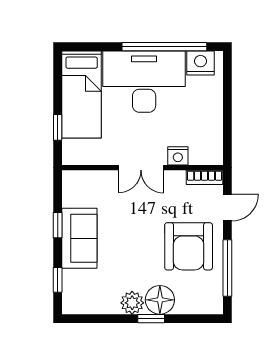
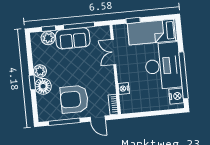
double door: (141, 168) -> (114, 52), moved
window: (58, 225) -> (79, 26), width x2.17
plant: (74, 283) -> (48, 38), added

